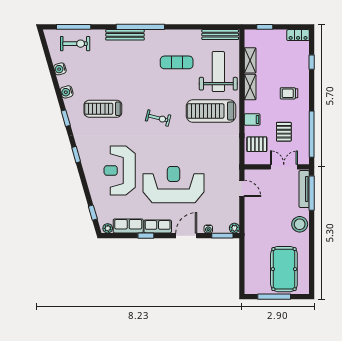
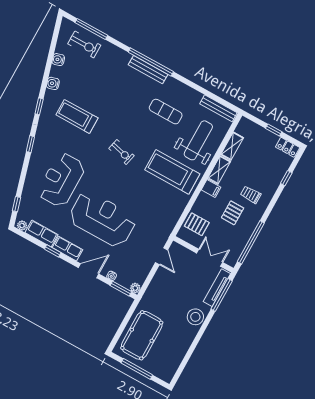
window: (265, 27) -> (274, 130), moved
bench: (125, 35) -> (148, 70), moved
filing cabinet: (252, 120) -> (211, 189), moved
pallet: (284, 132) -> (233, 213), moved
pool table: (284, 269) -> (142, 335), moved

